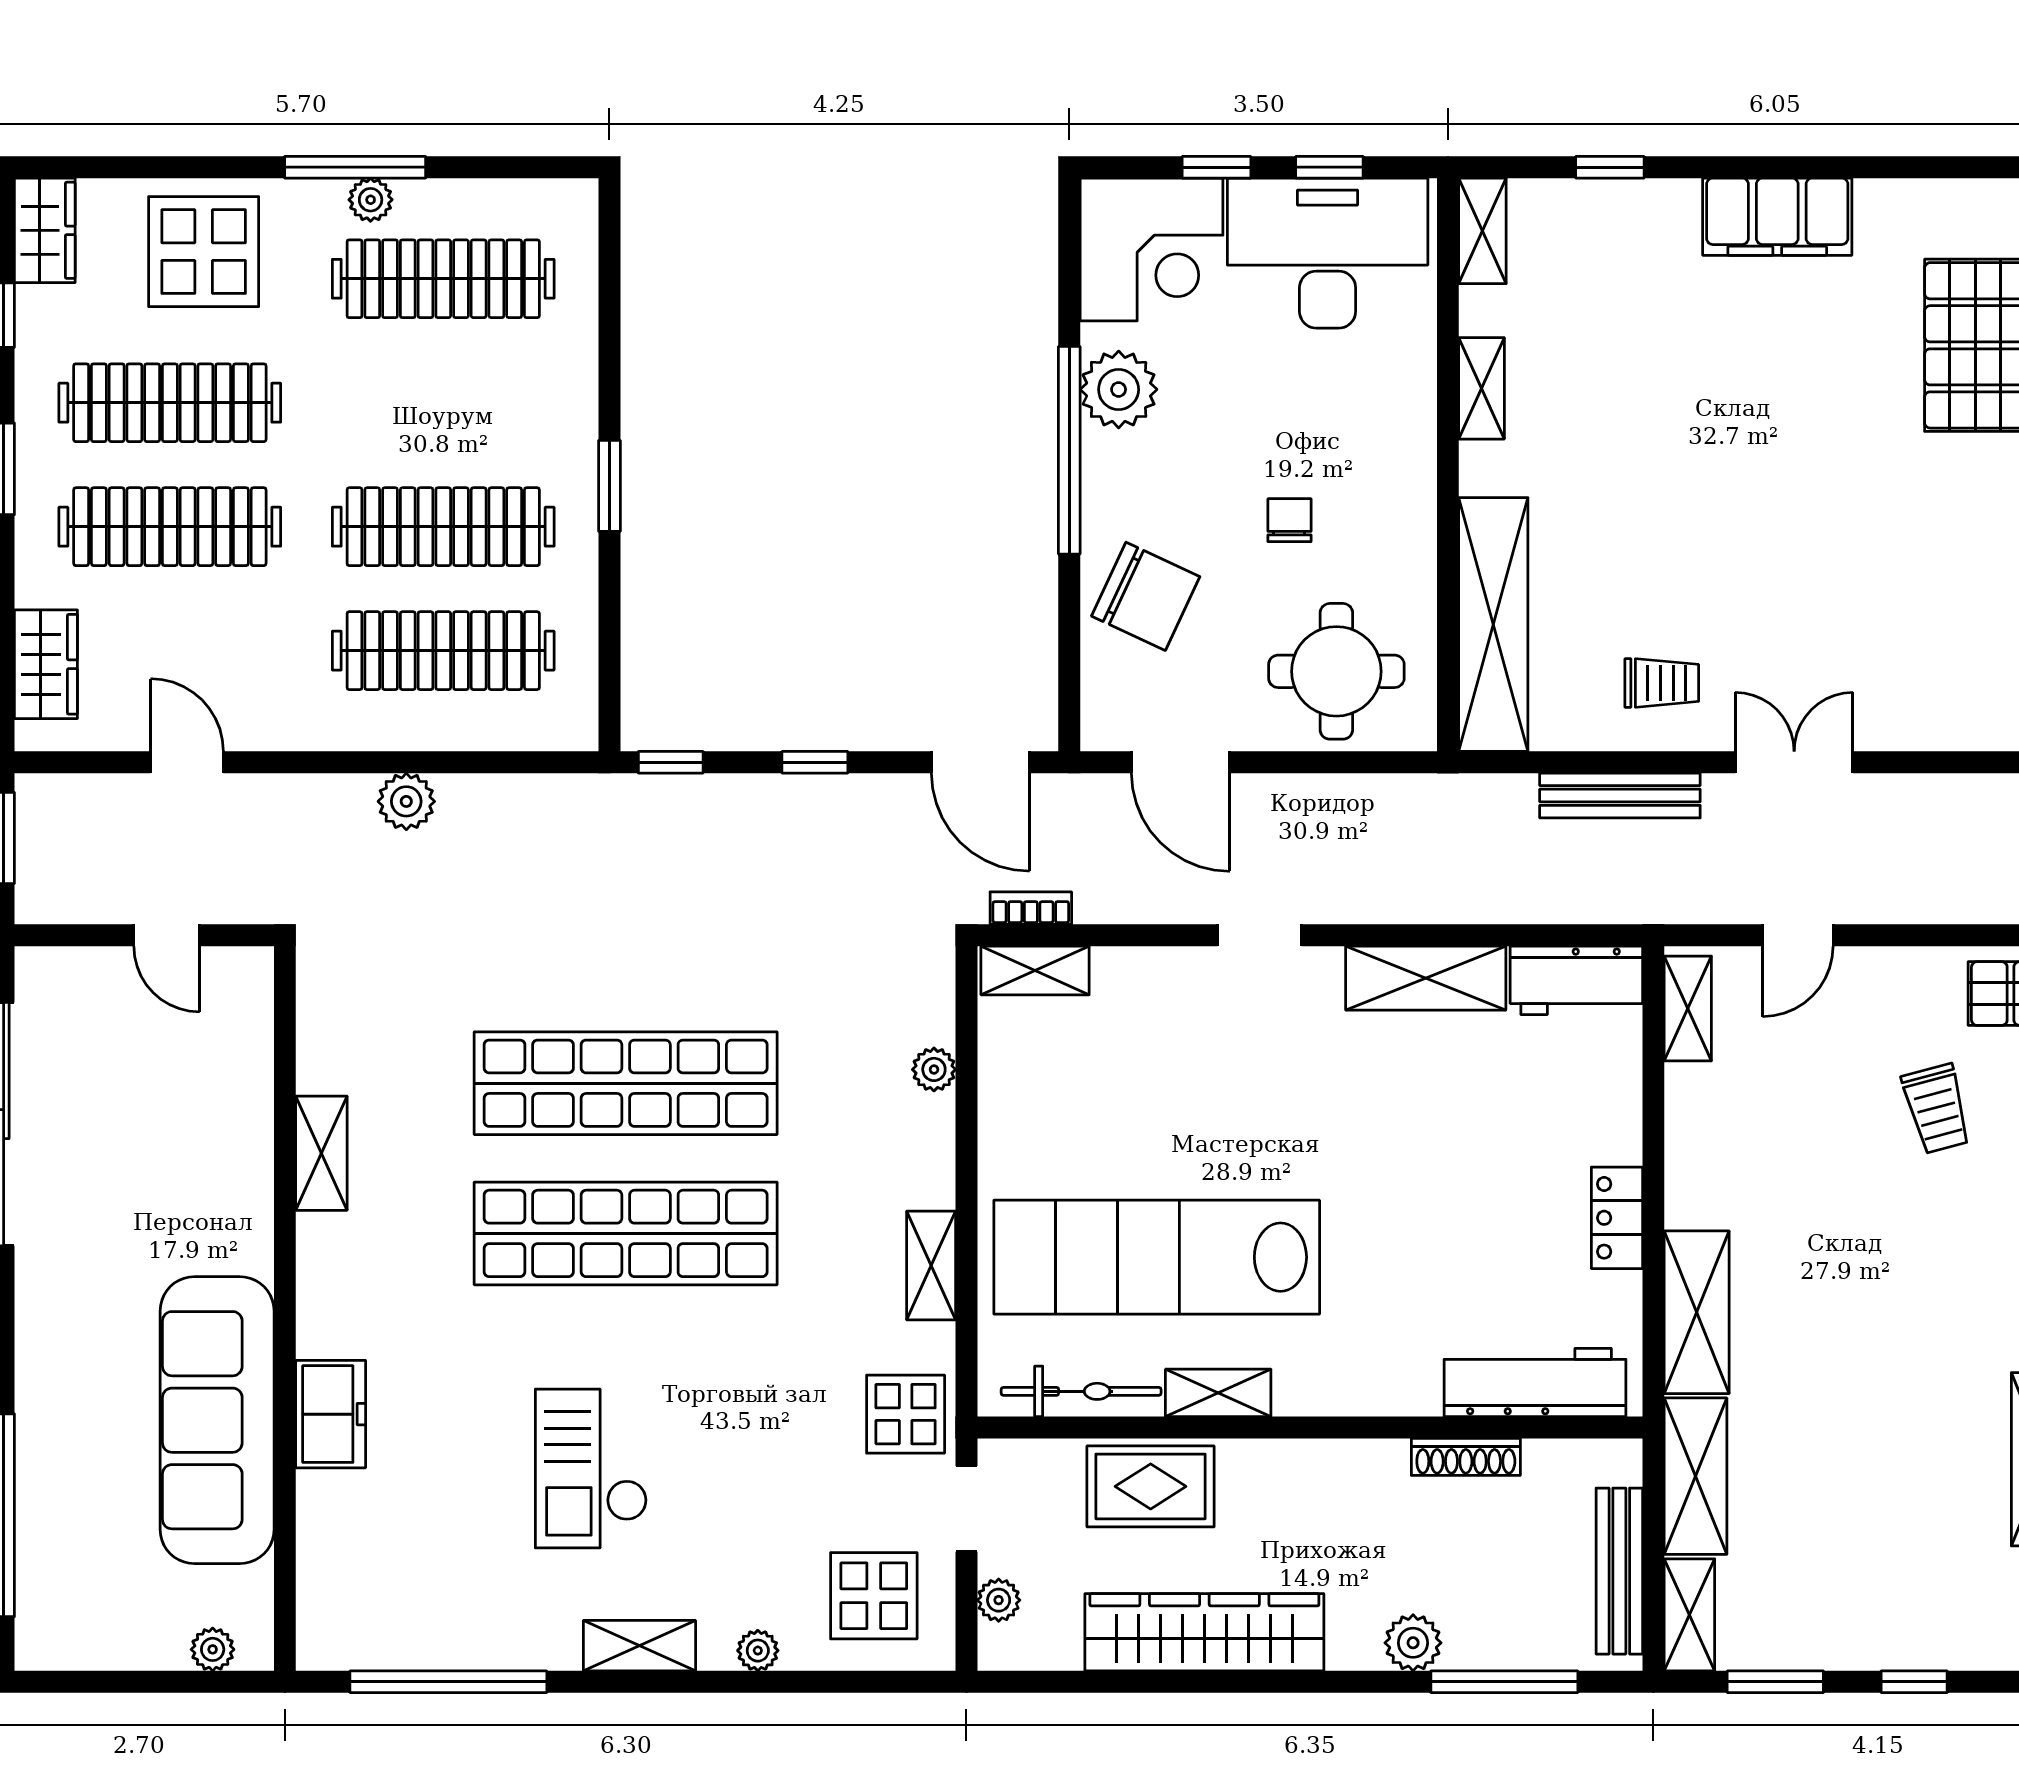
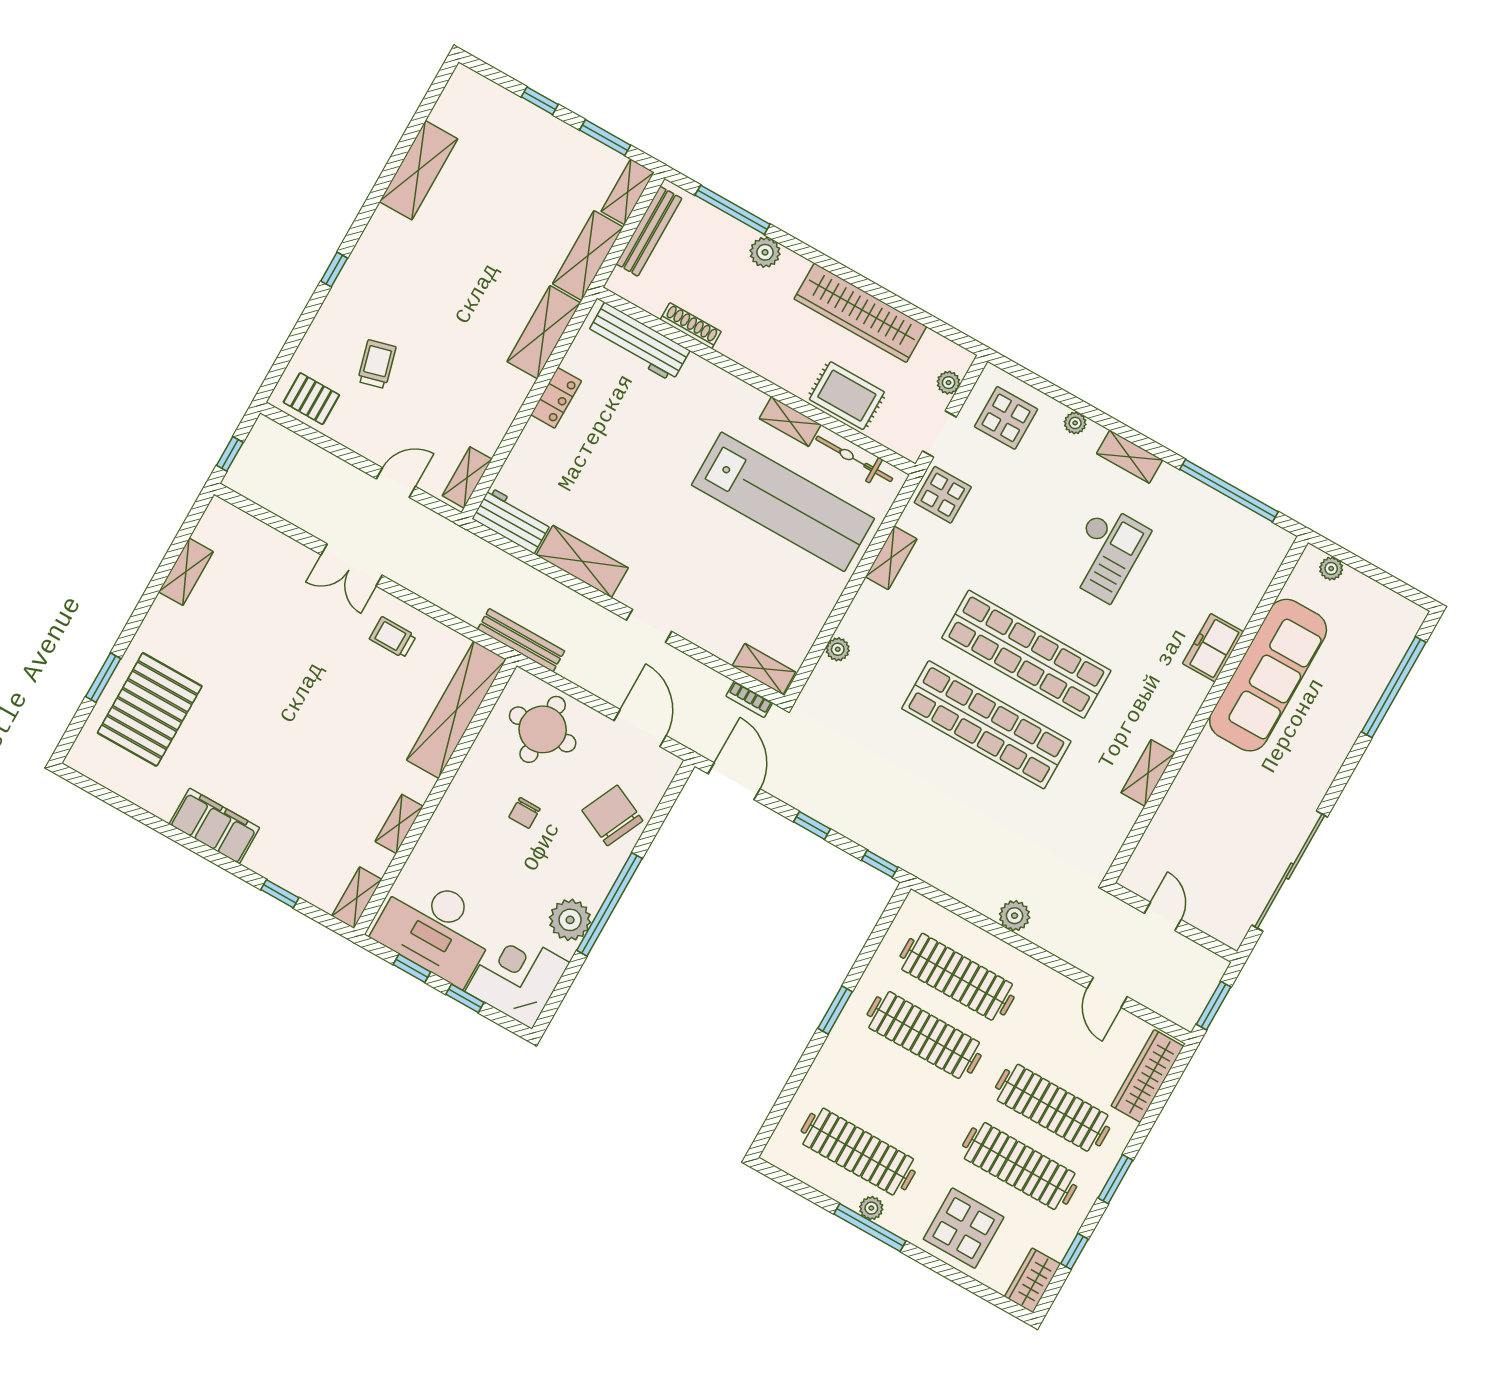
wardrobe: (46, 664) -> (1147, 1076), width x1.50
bench: (1620, 795) -> (521, 640), moved

